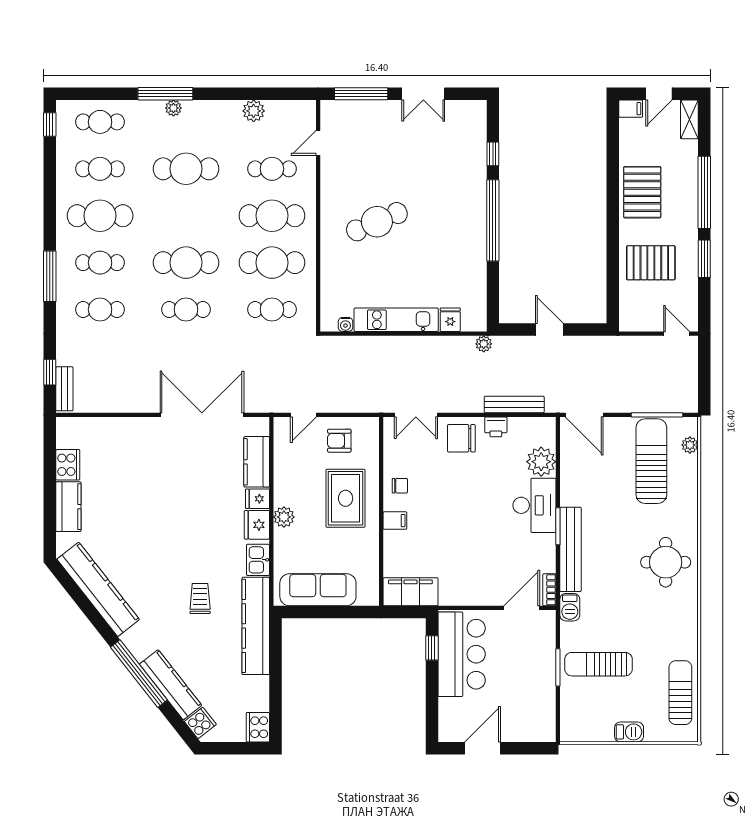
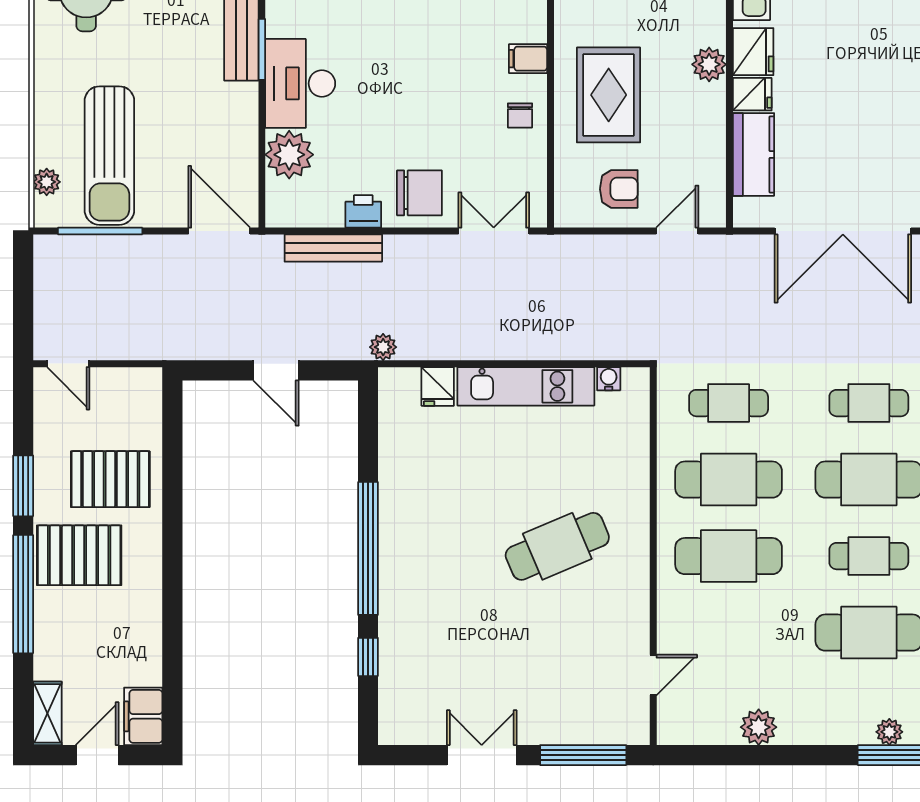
filing cabinet: (631, 109) -> (143, 716), width x2.00
cafe table: (272, 169) -> (869, 556), moved
pallet: (642, 192) -> (79, 555), moved, turned 90
chair: (400, 486) -> (520, 115), turned -90

